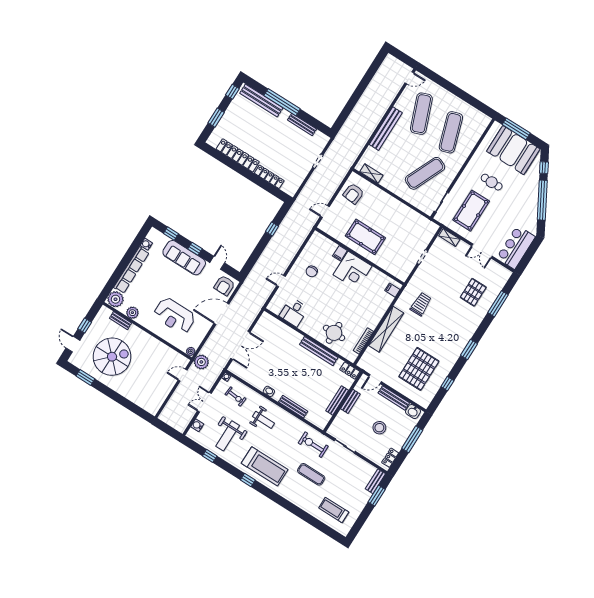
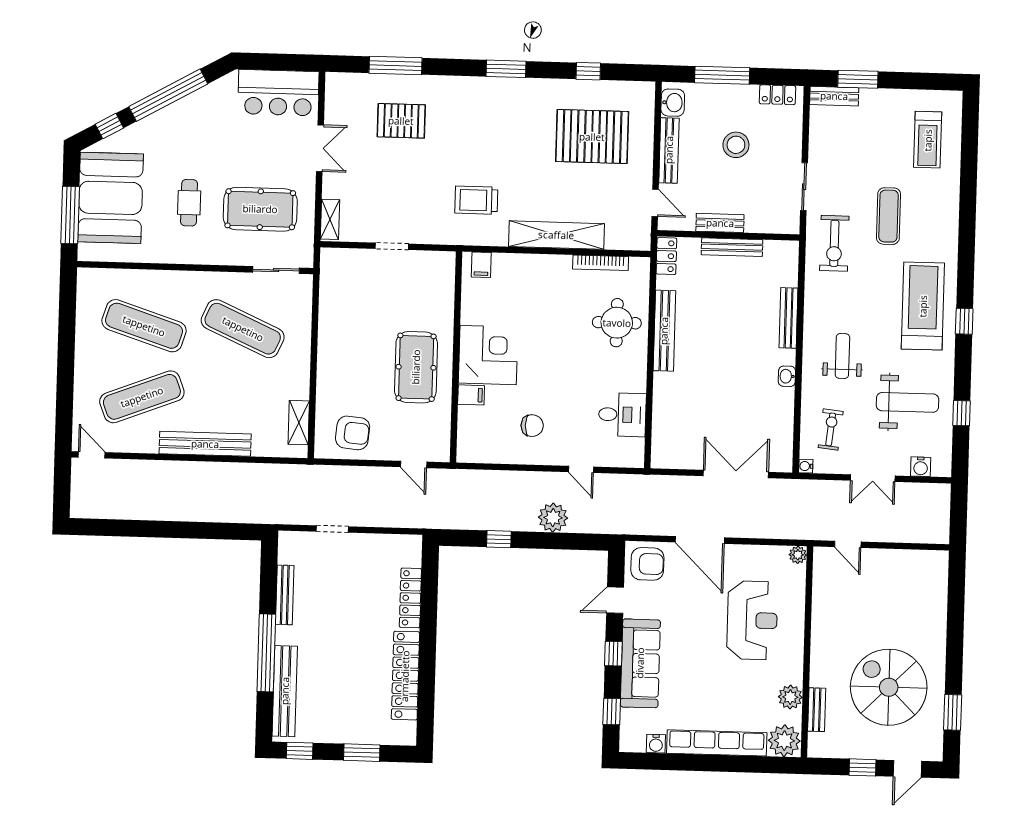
exercise mat: (451, 132) -> (144, 326), turned 36
plant: (201, 362) -> (553, 518), moved

